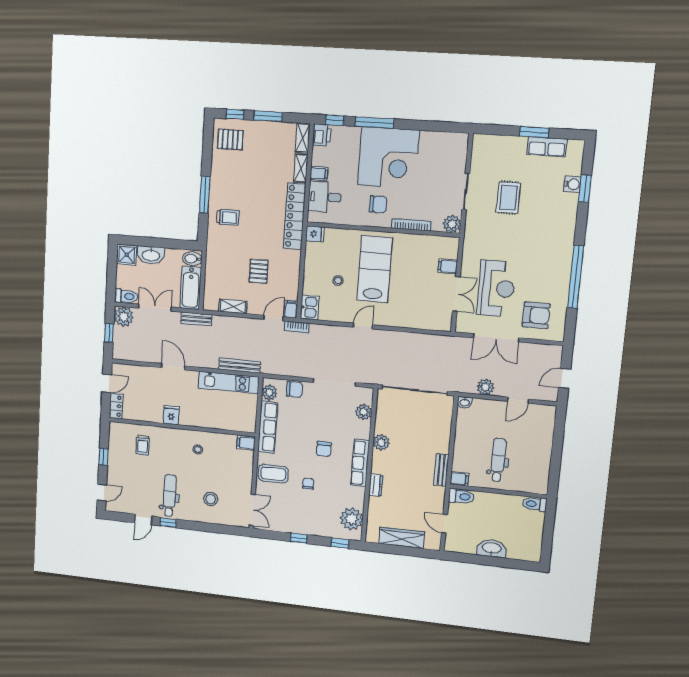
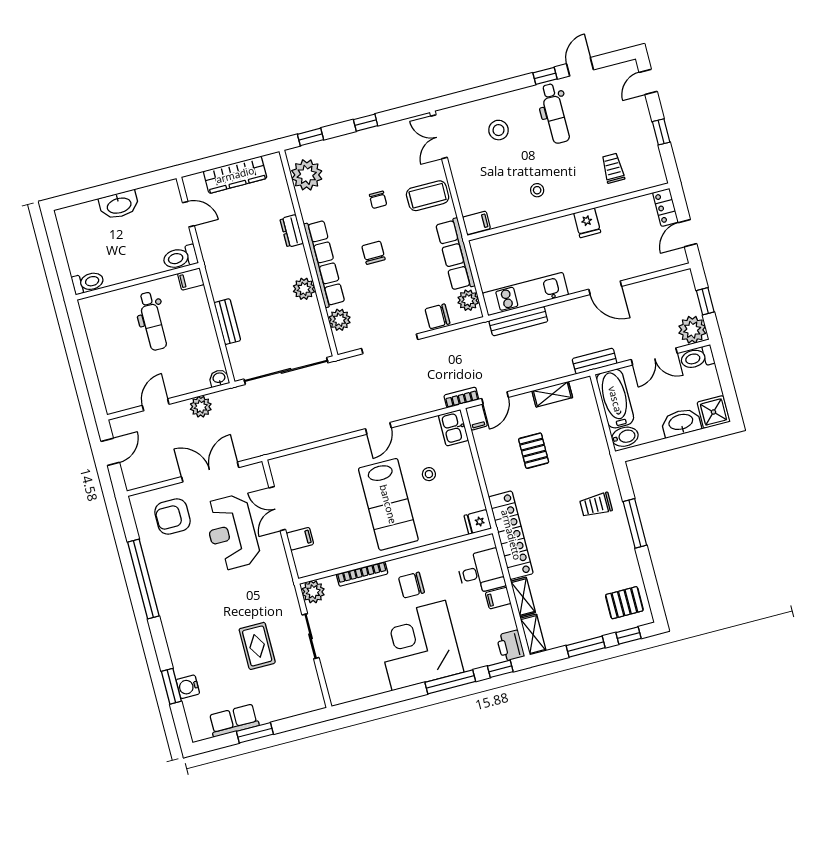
row of seats: (360, 463) -> (324, 263), width x1.36
bench: (441, 470) -> (227, 322), moved

